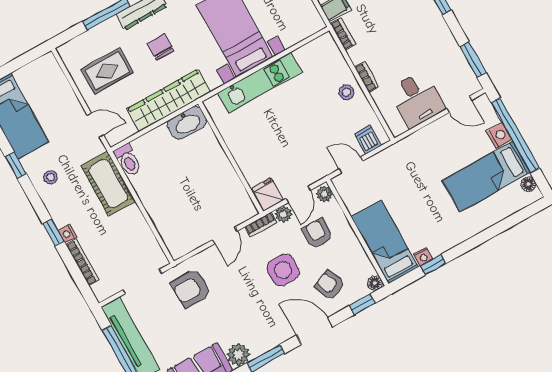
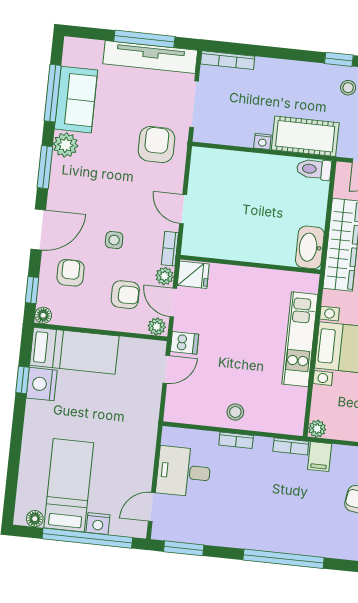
plant: (316, 24) -> (317, 429), added
dishwasher: (368, 140) -> (185, 343), moved
window: (53, 232) -> (339, 59), moved
nightstand: (67, 234) -> (262, 141), moved, turned 180
nightstand: (423, 257) -> (42, 384), width x1.89, depth x1.79
bookcase: (83, 262) -> (228, 60), moved
side table: (283, 270) -> (114, 240), width x0.54, depth x0.54
armchair: (330, 285) -> (71, 273), turned -67

